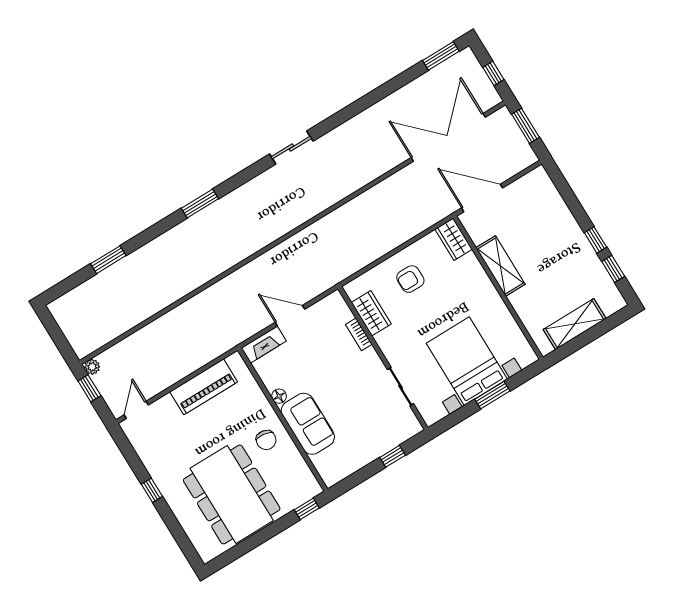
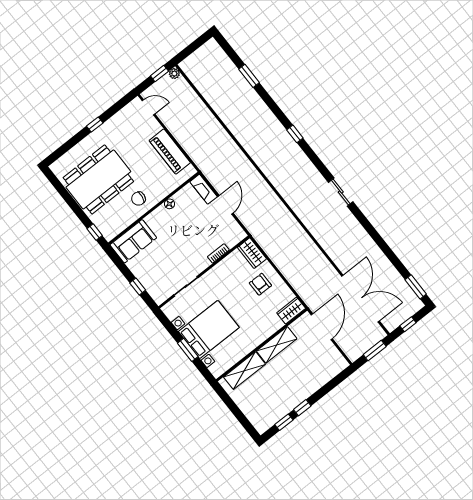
window: (200, 204) -> (295, 134), width x0.67
wardrobe: (371, 313) -> (252, 253), moved, turned 90
shelving: (575, 324) -> (244, 371), moved, turned 90
sofa: (308, 424) -> (133, 241), moved

